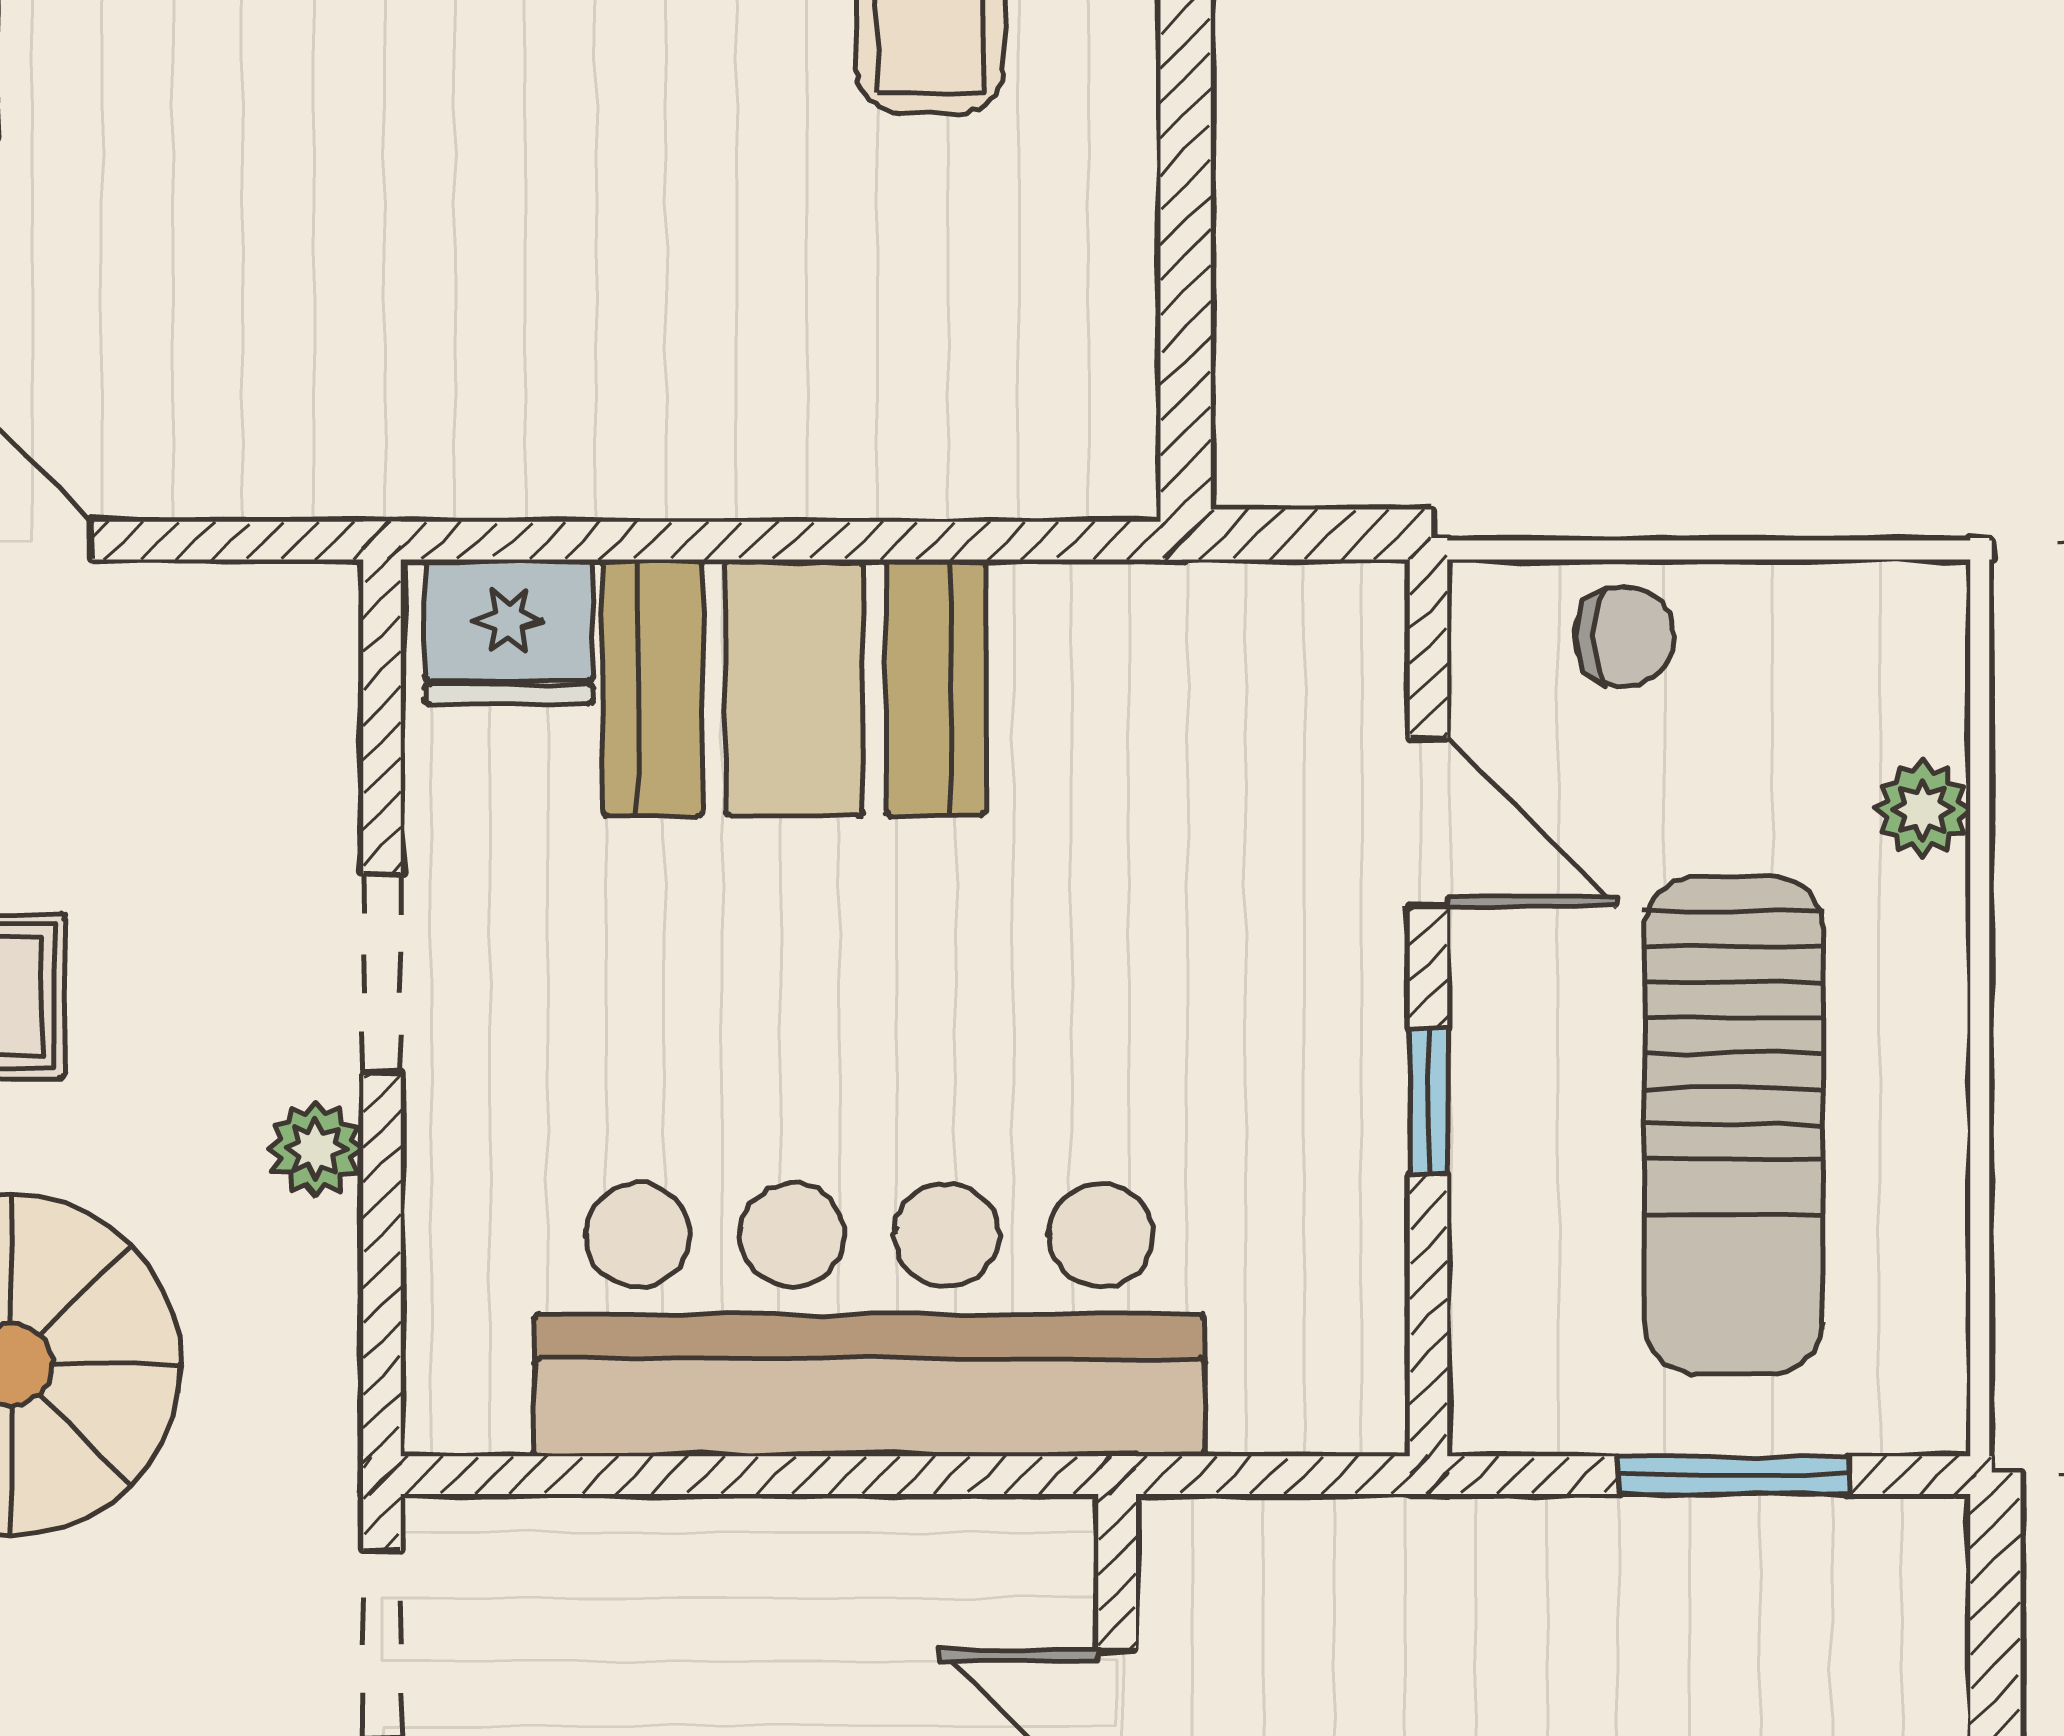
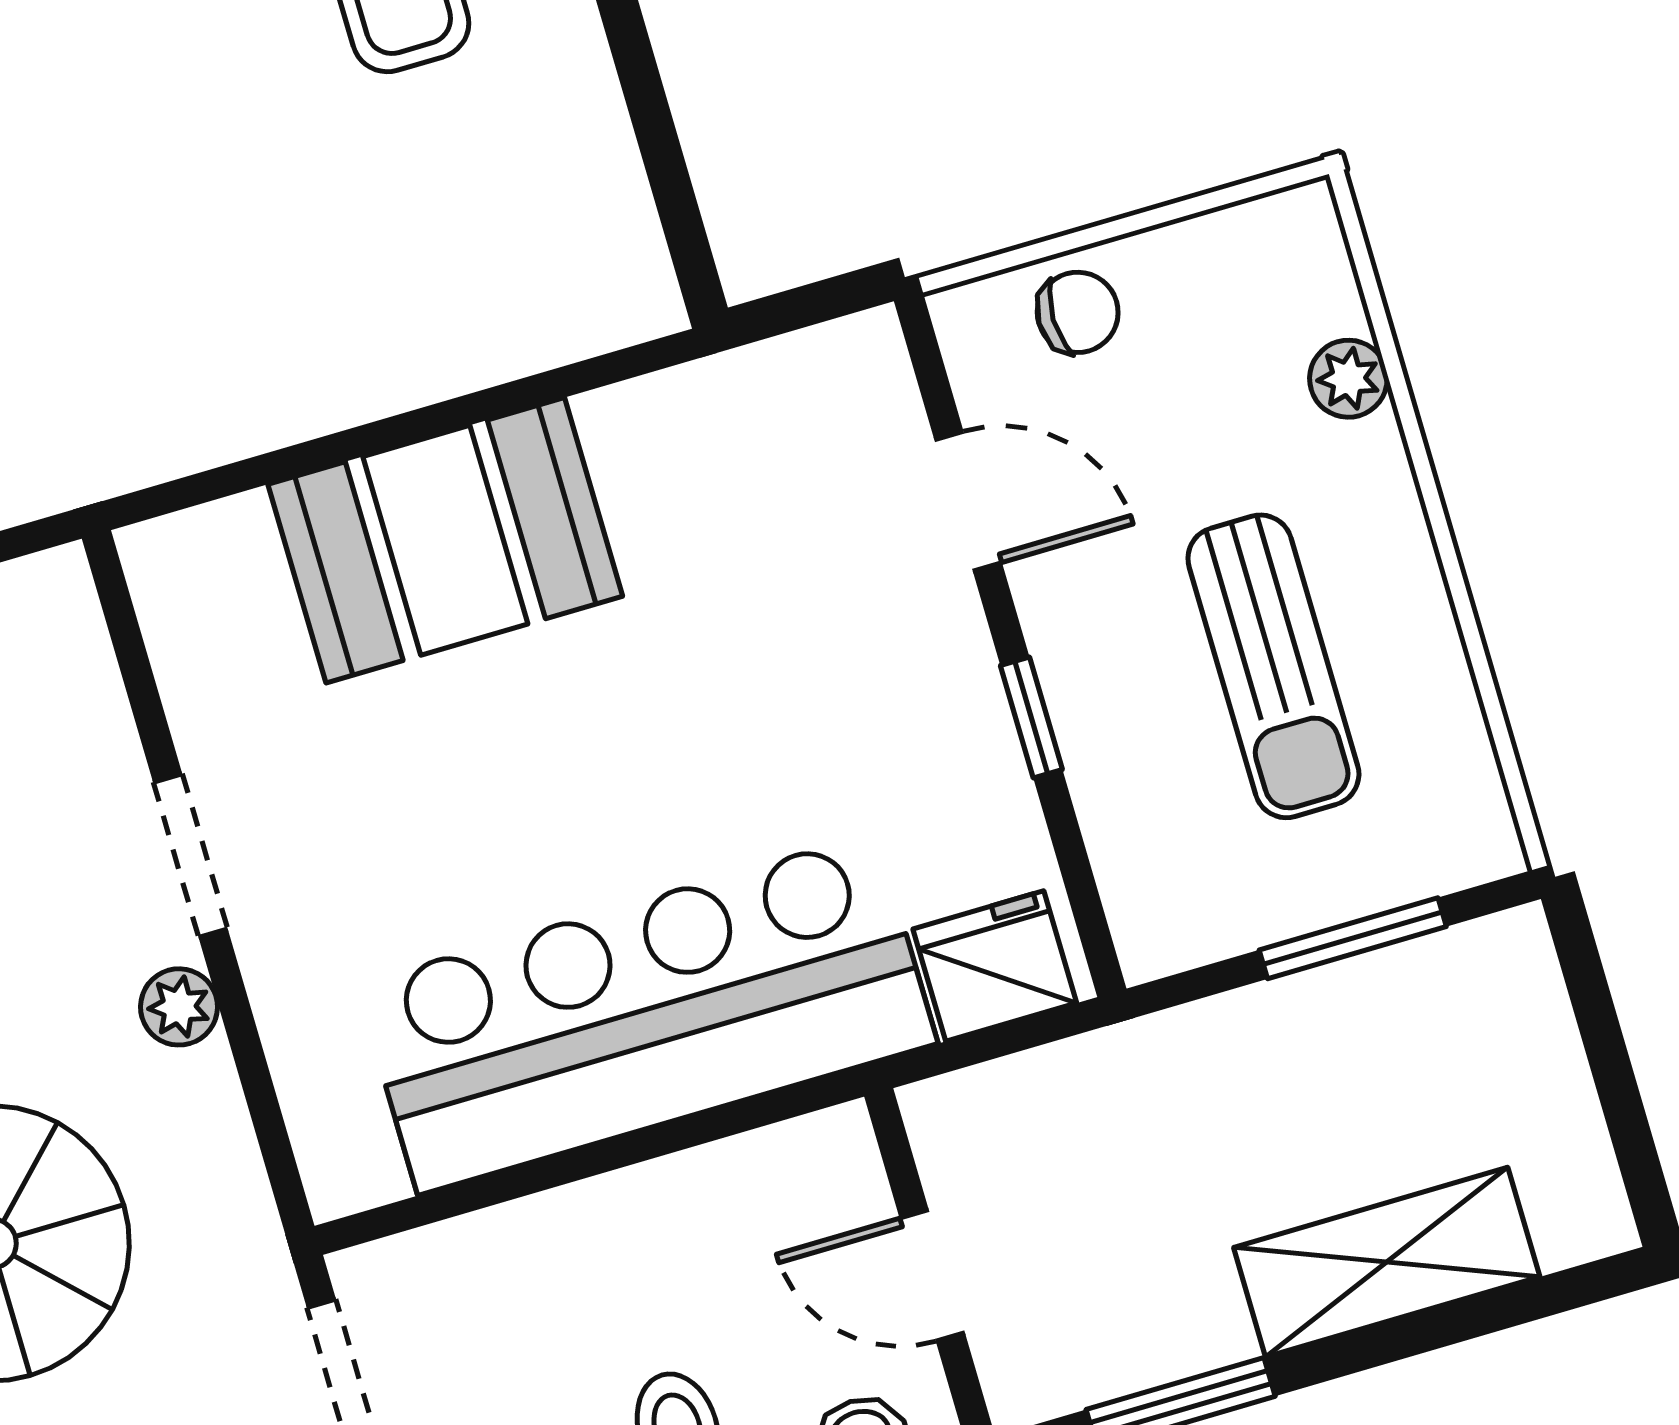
fridge: (509, 632) -> (995, 966), moved, turned 180
sun lounger: (1734, 1125) -> (1273, 666), width x0.73, depth x0.75

